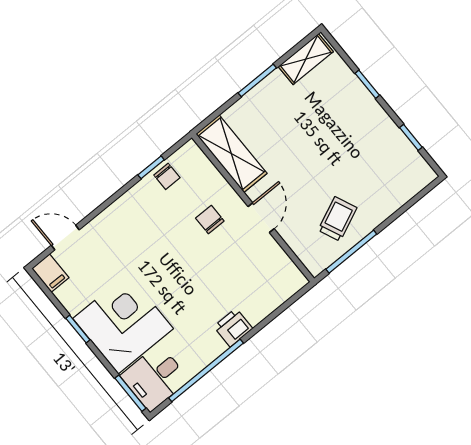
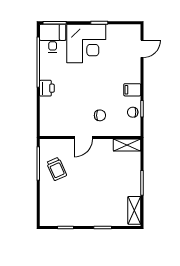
shelving: (231, 154) -> (127, 145), width x0.67, depth x0.75
door: (261, 218) -> (83, 137), hinge flipped
filing cabinet: (50, 273) -> (132, 90), moved

